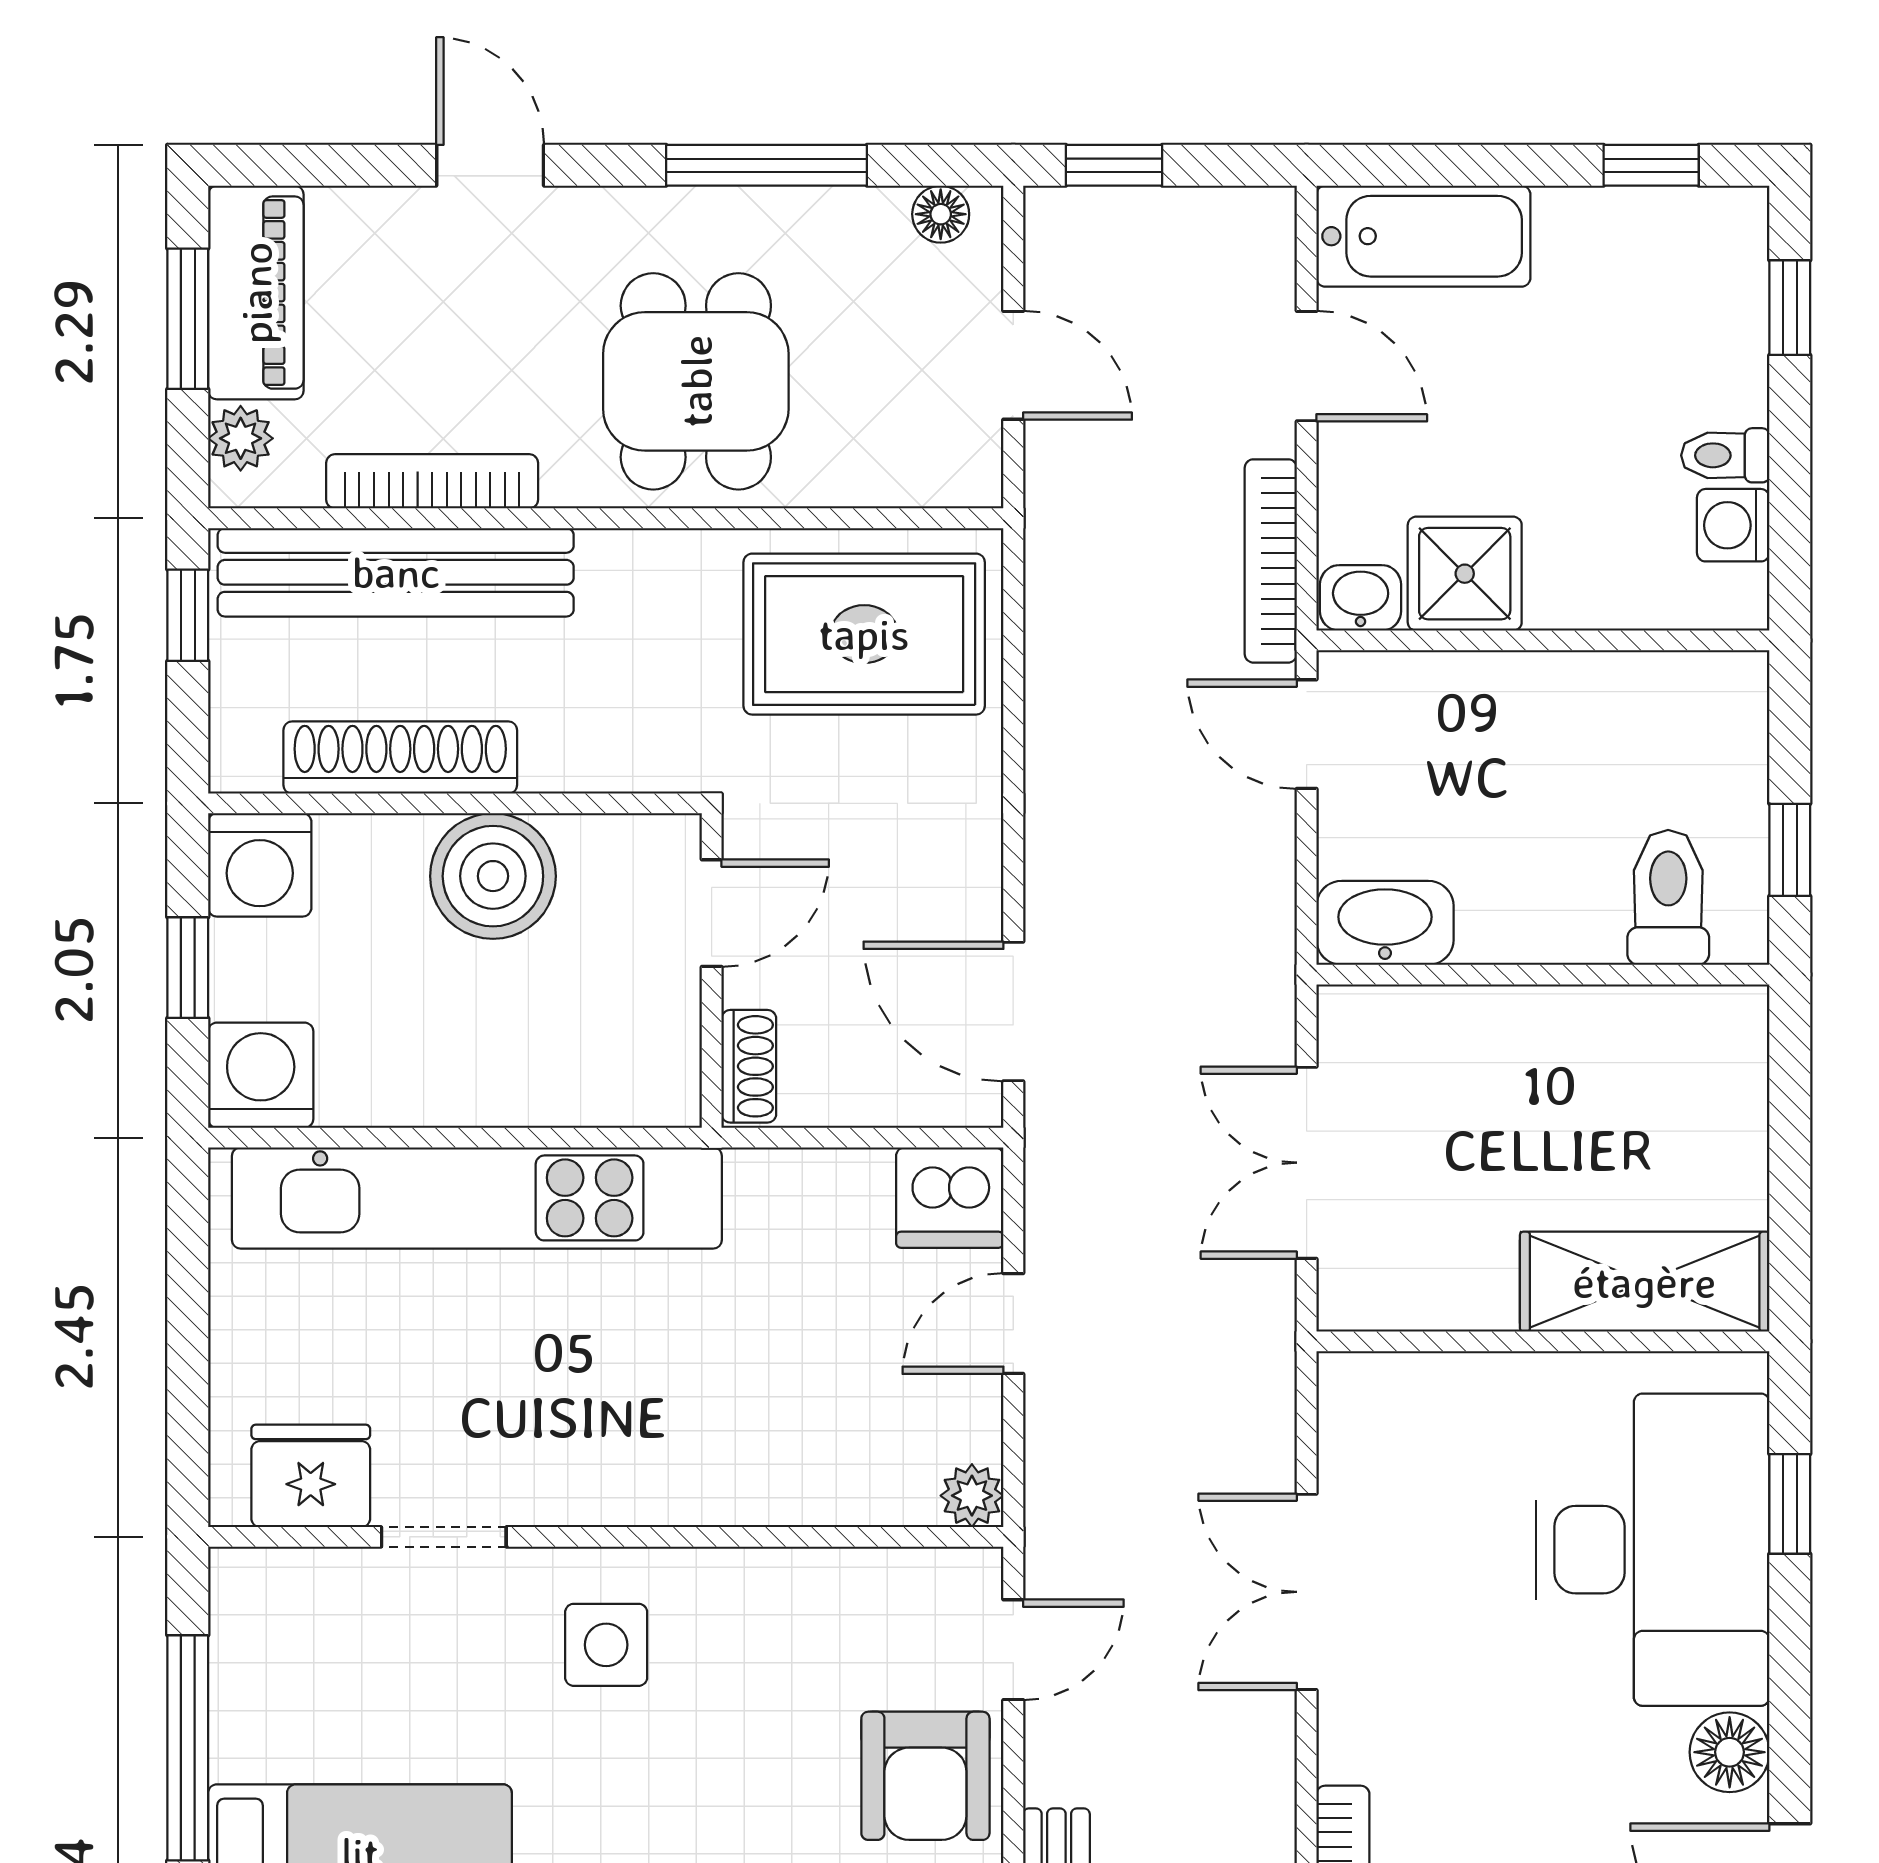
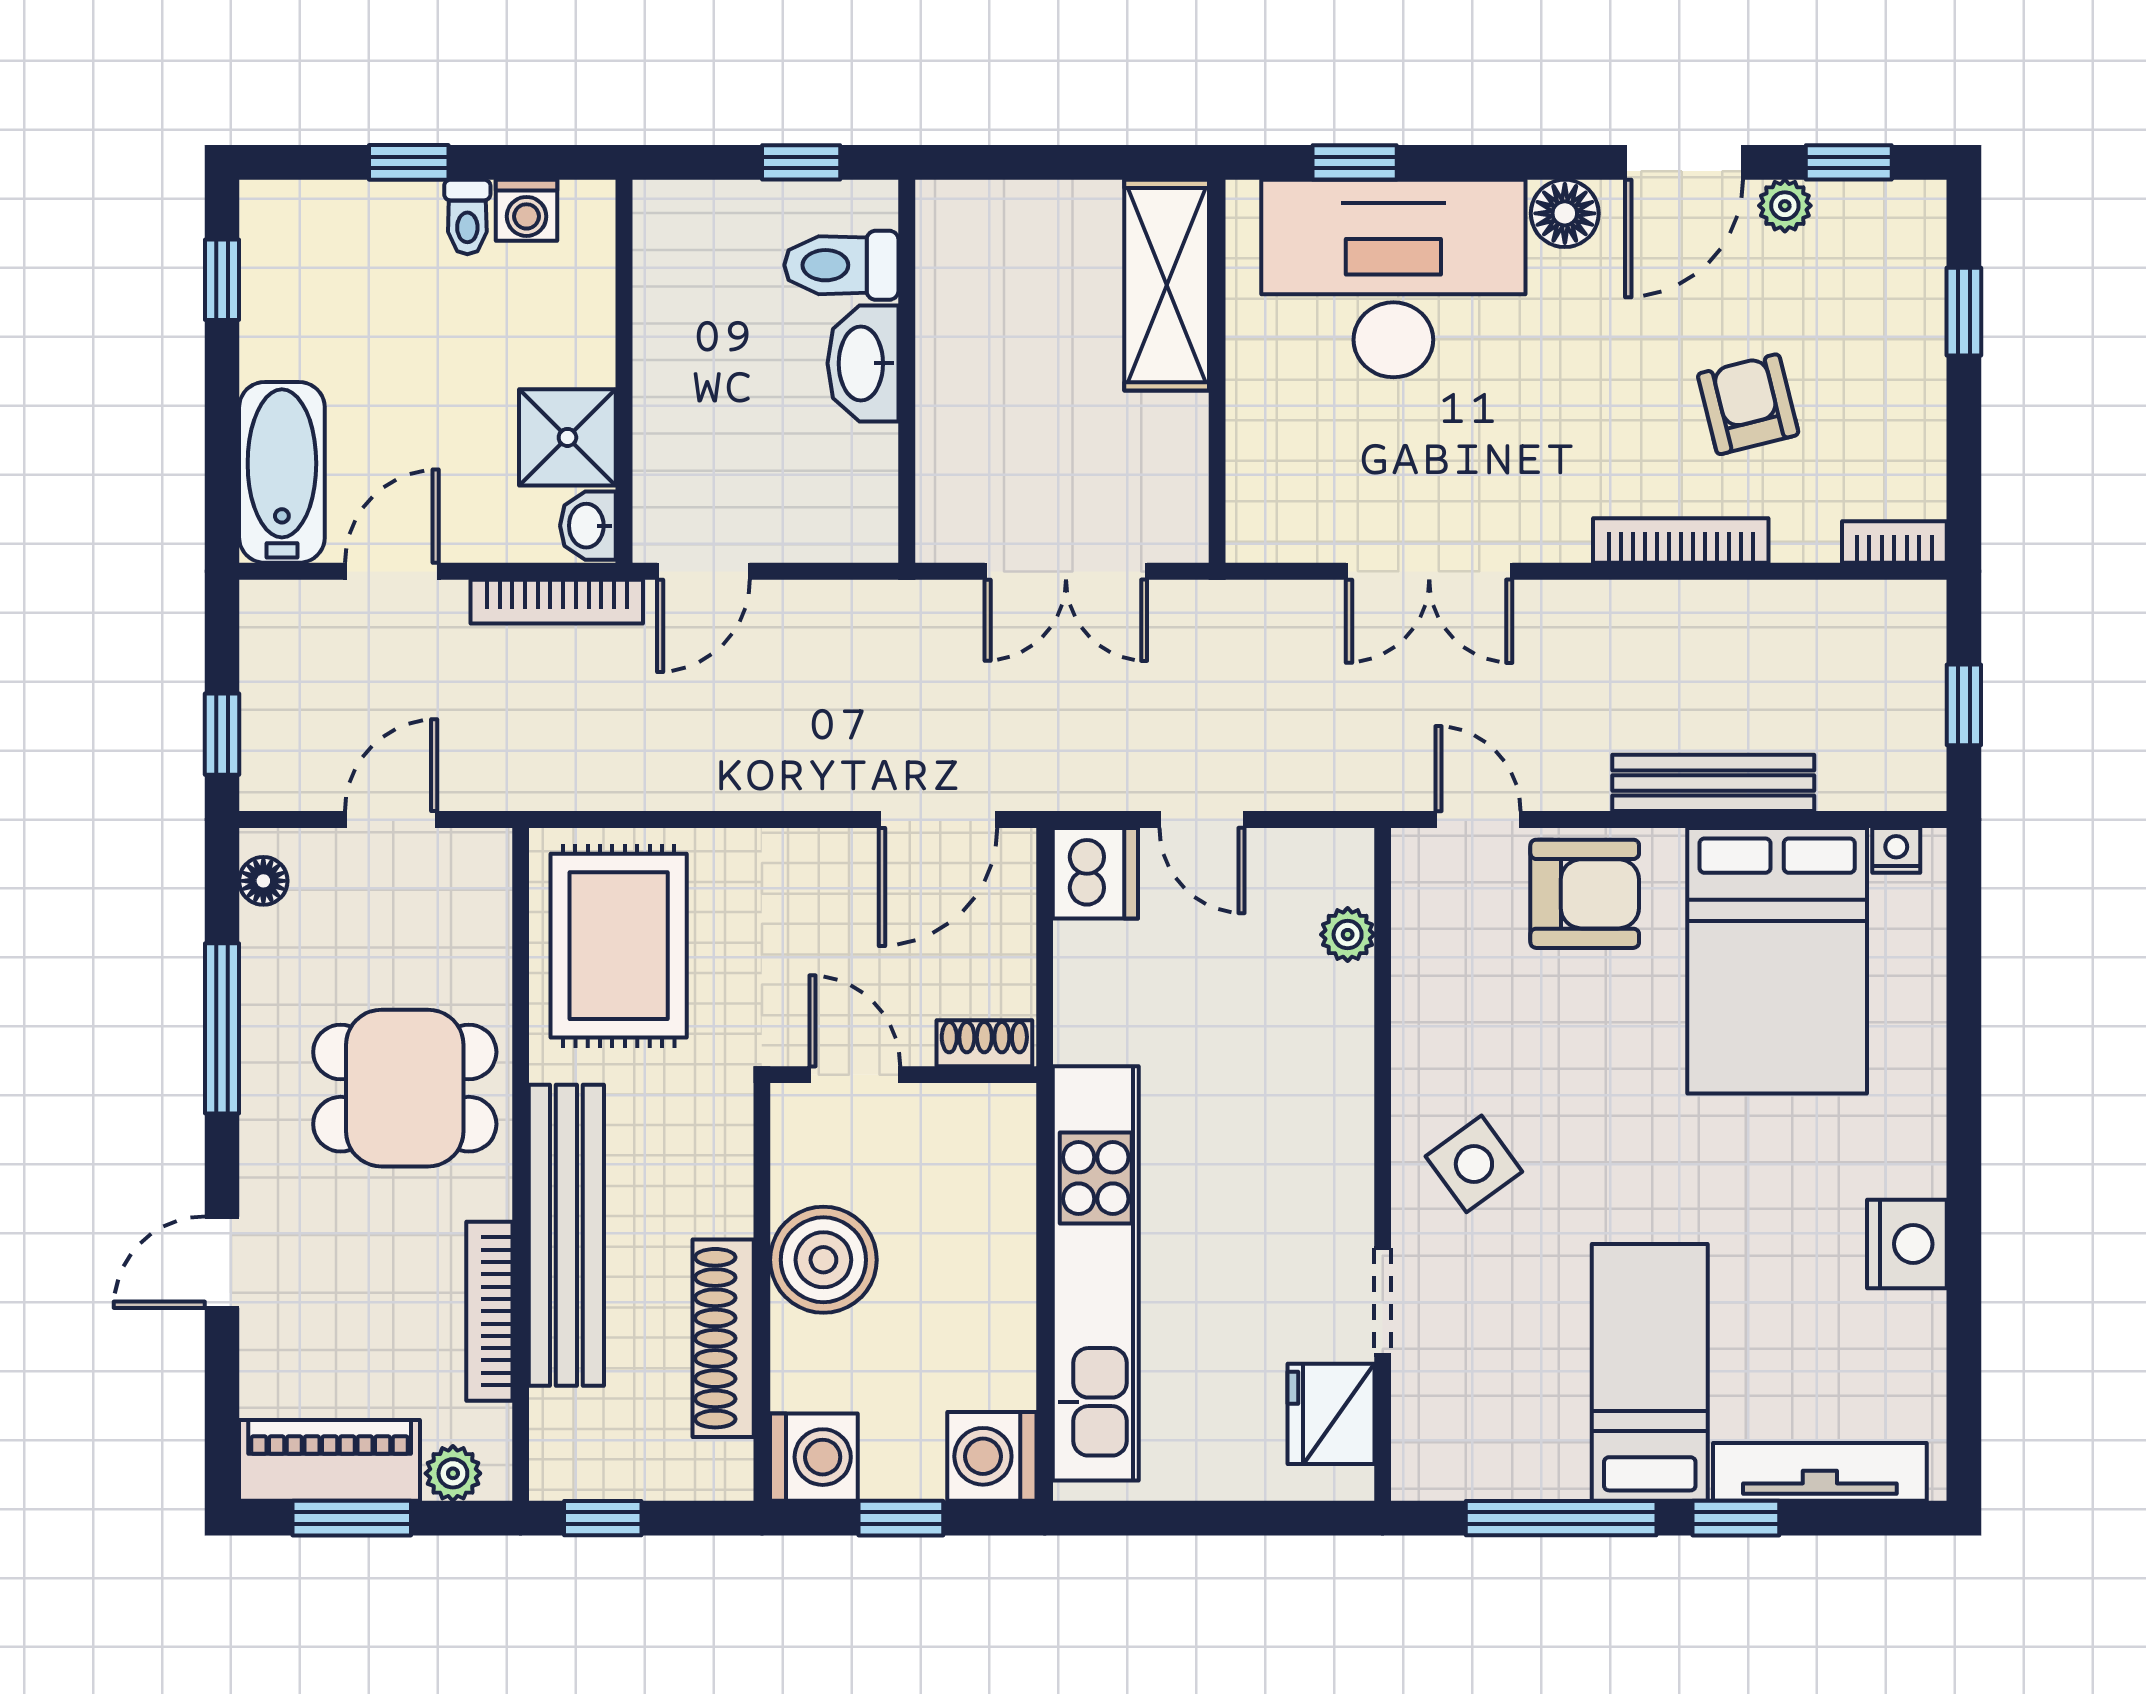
window: (1790, 308) -> (409, 162), moved
bench: (396, 572) -> (566, 1235), moved
washbasin: (1385, 923) -> (863, 363), moved
plant: (972, 1496) -> (1348, 935), moved
side table: (606, 1645) -> (1474, 1164), turned -36

